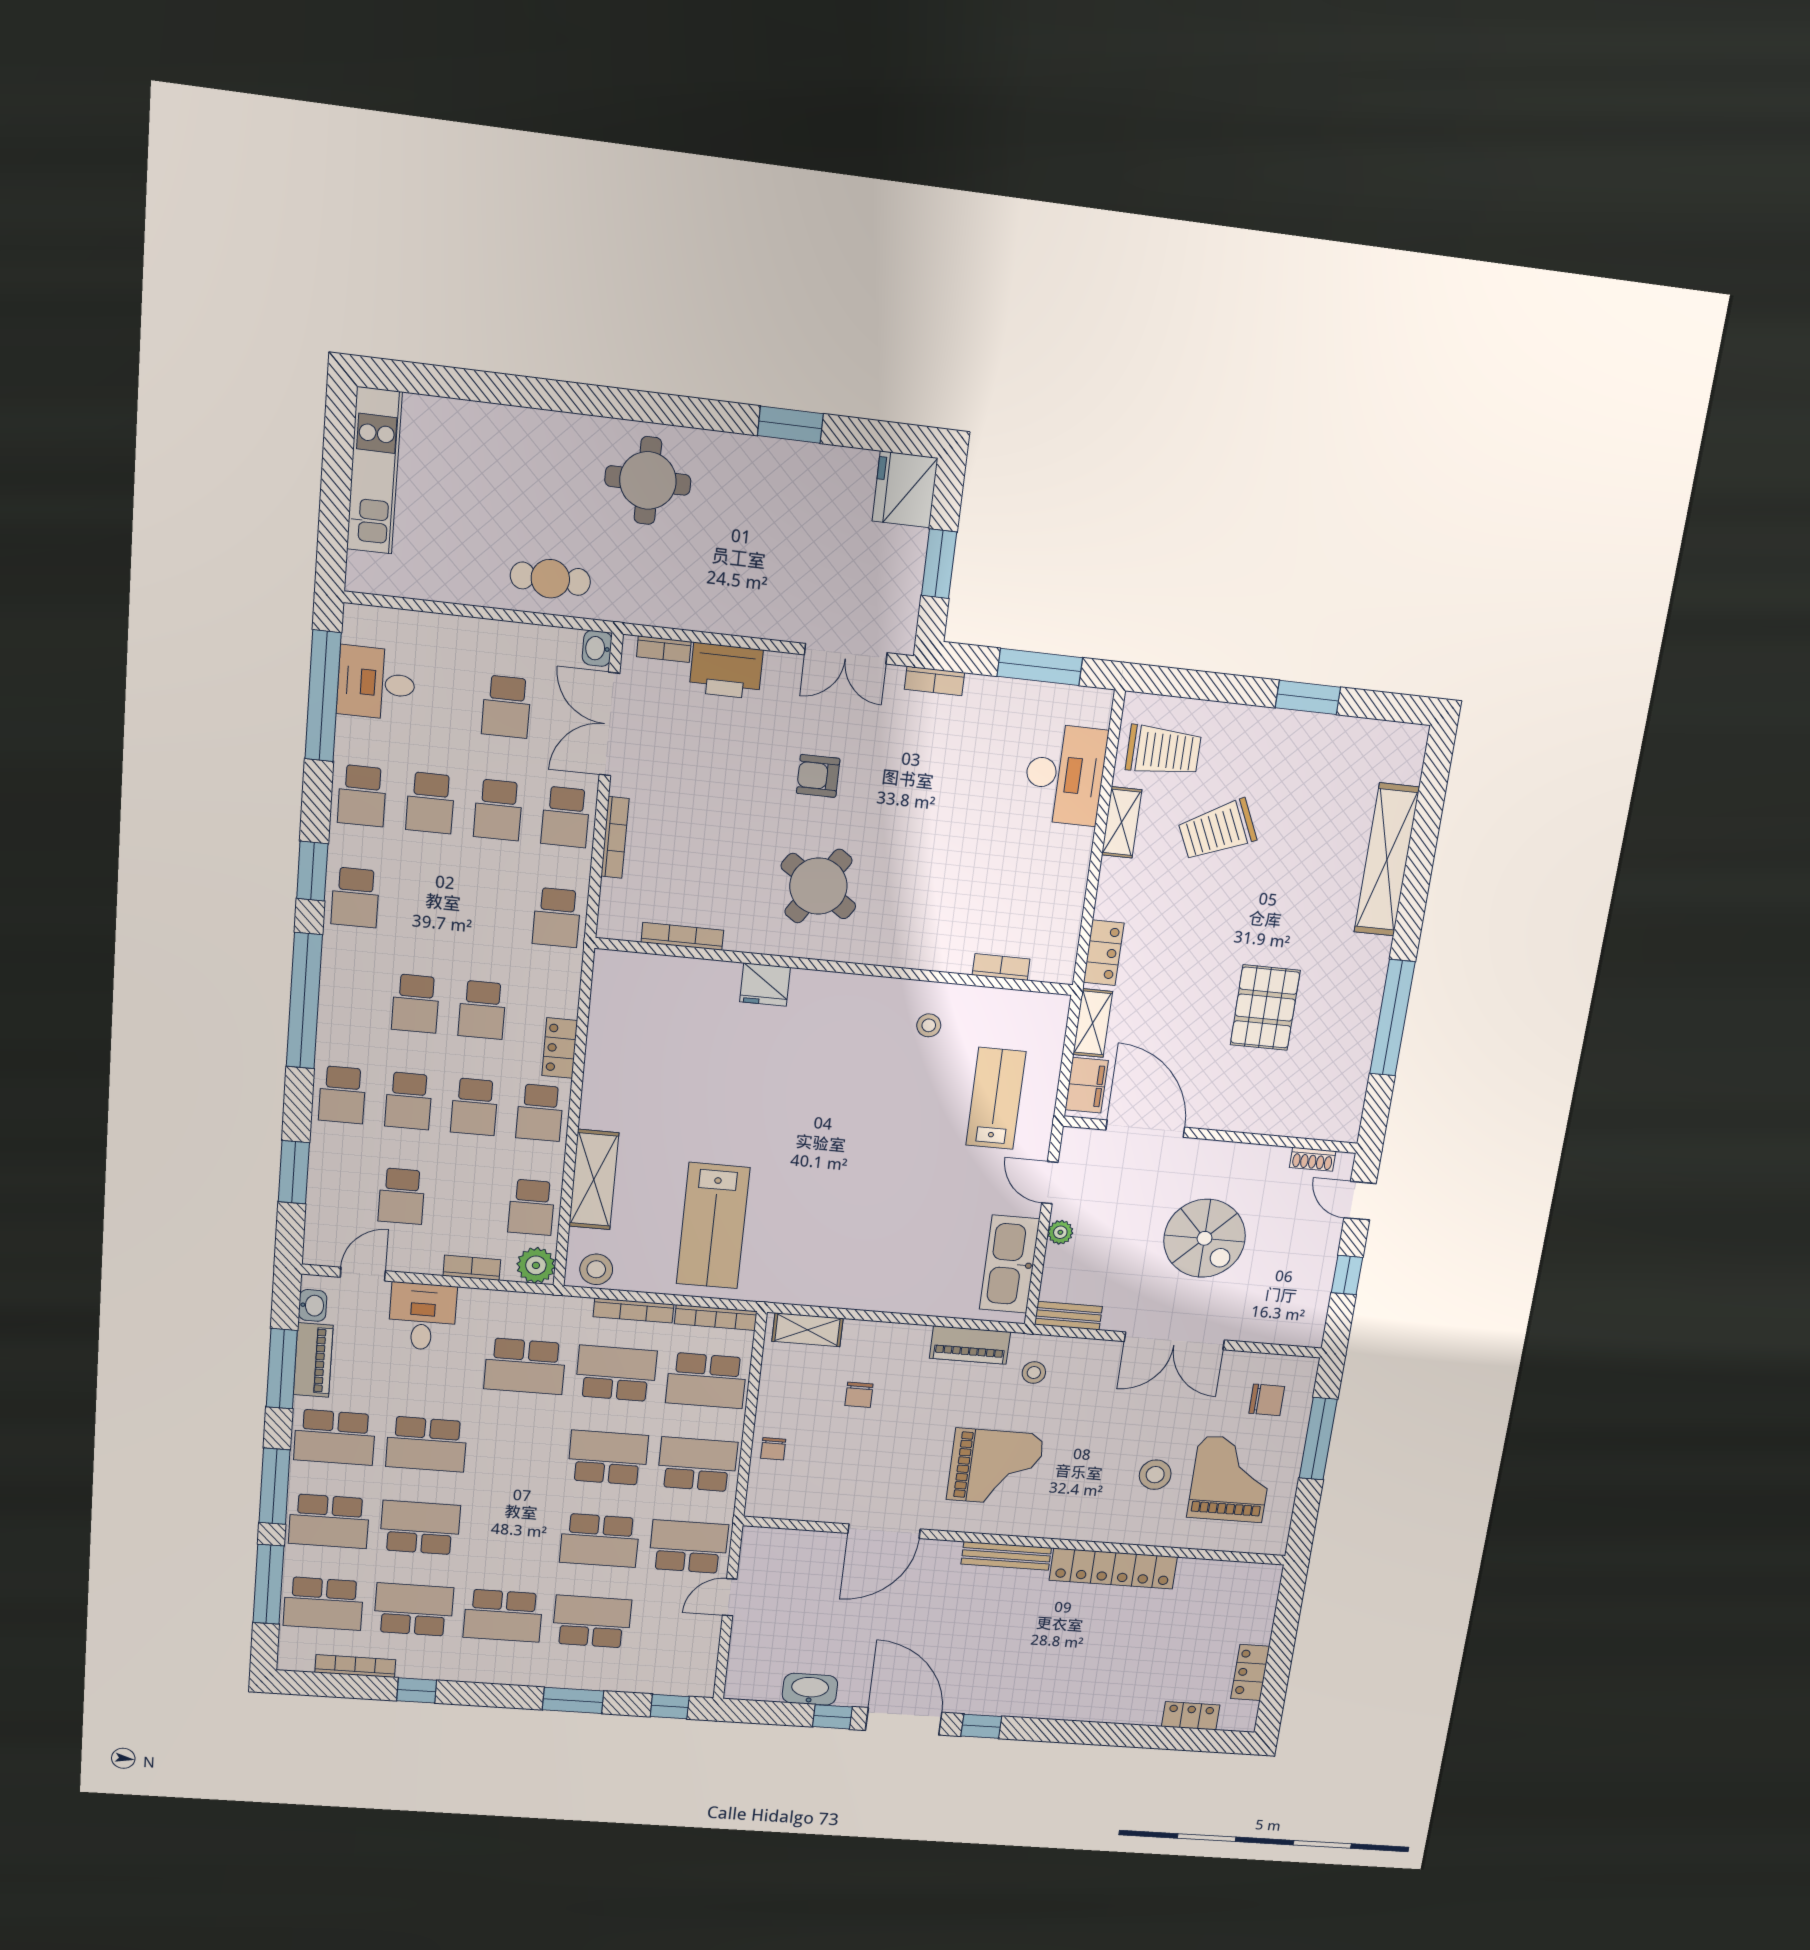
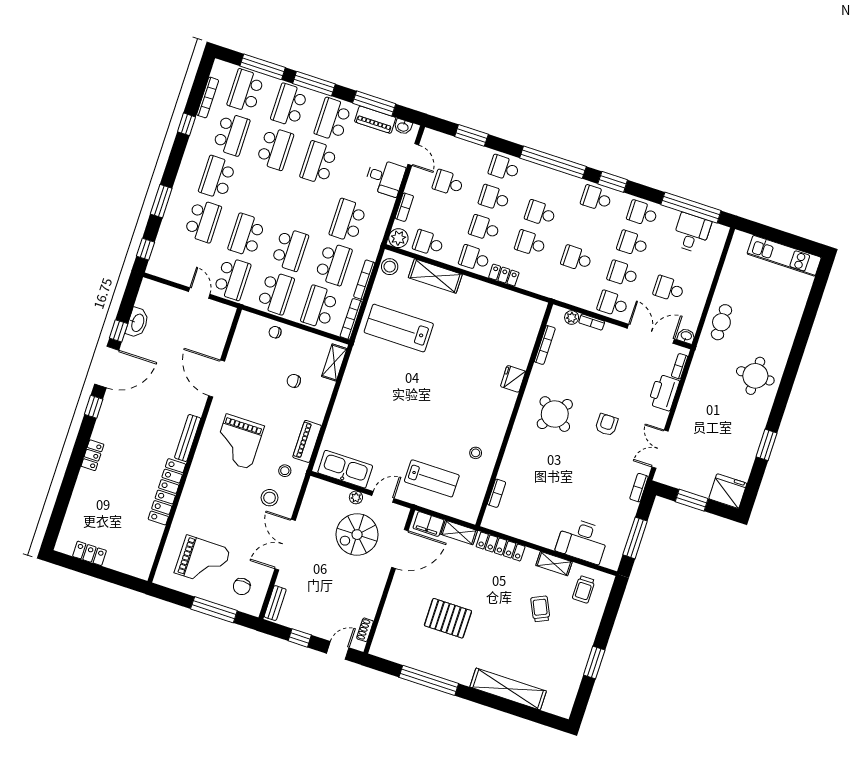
trolley: (1163, 751) -> (584, 589), width x0.73, depth x0.72
trolley: (1217, 830) -> (540, 609), width x0.73, depth x0.72
bookcase: (615, 837) -> (592, 322), width x0.64
plant: (614, 895) -> (572, 318), added
school desk: (557, 918) -> (576, 258), moved
locker: (1104, 953) -> (501, 547), width x1.53
spiral stairs: (1205, 1238) -> (357, 535), moved
bench: (1068, 1316) -> (275, 603), moved
stool: (1155, 1475) -> (270, 498), moved
locker: (1191, 1716) -> (92, 455), moved

